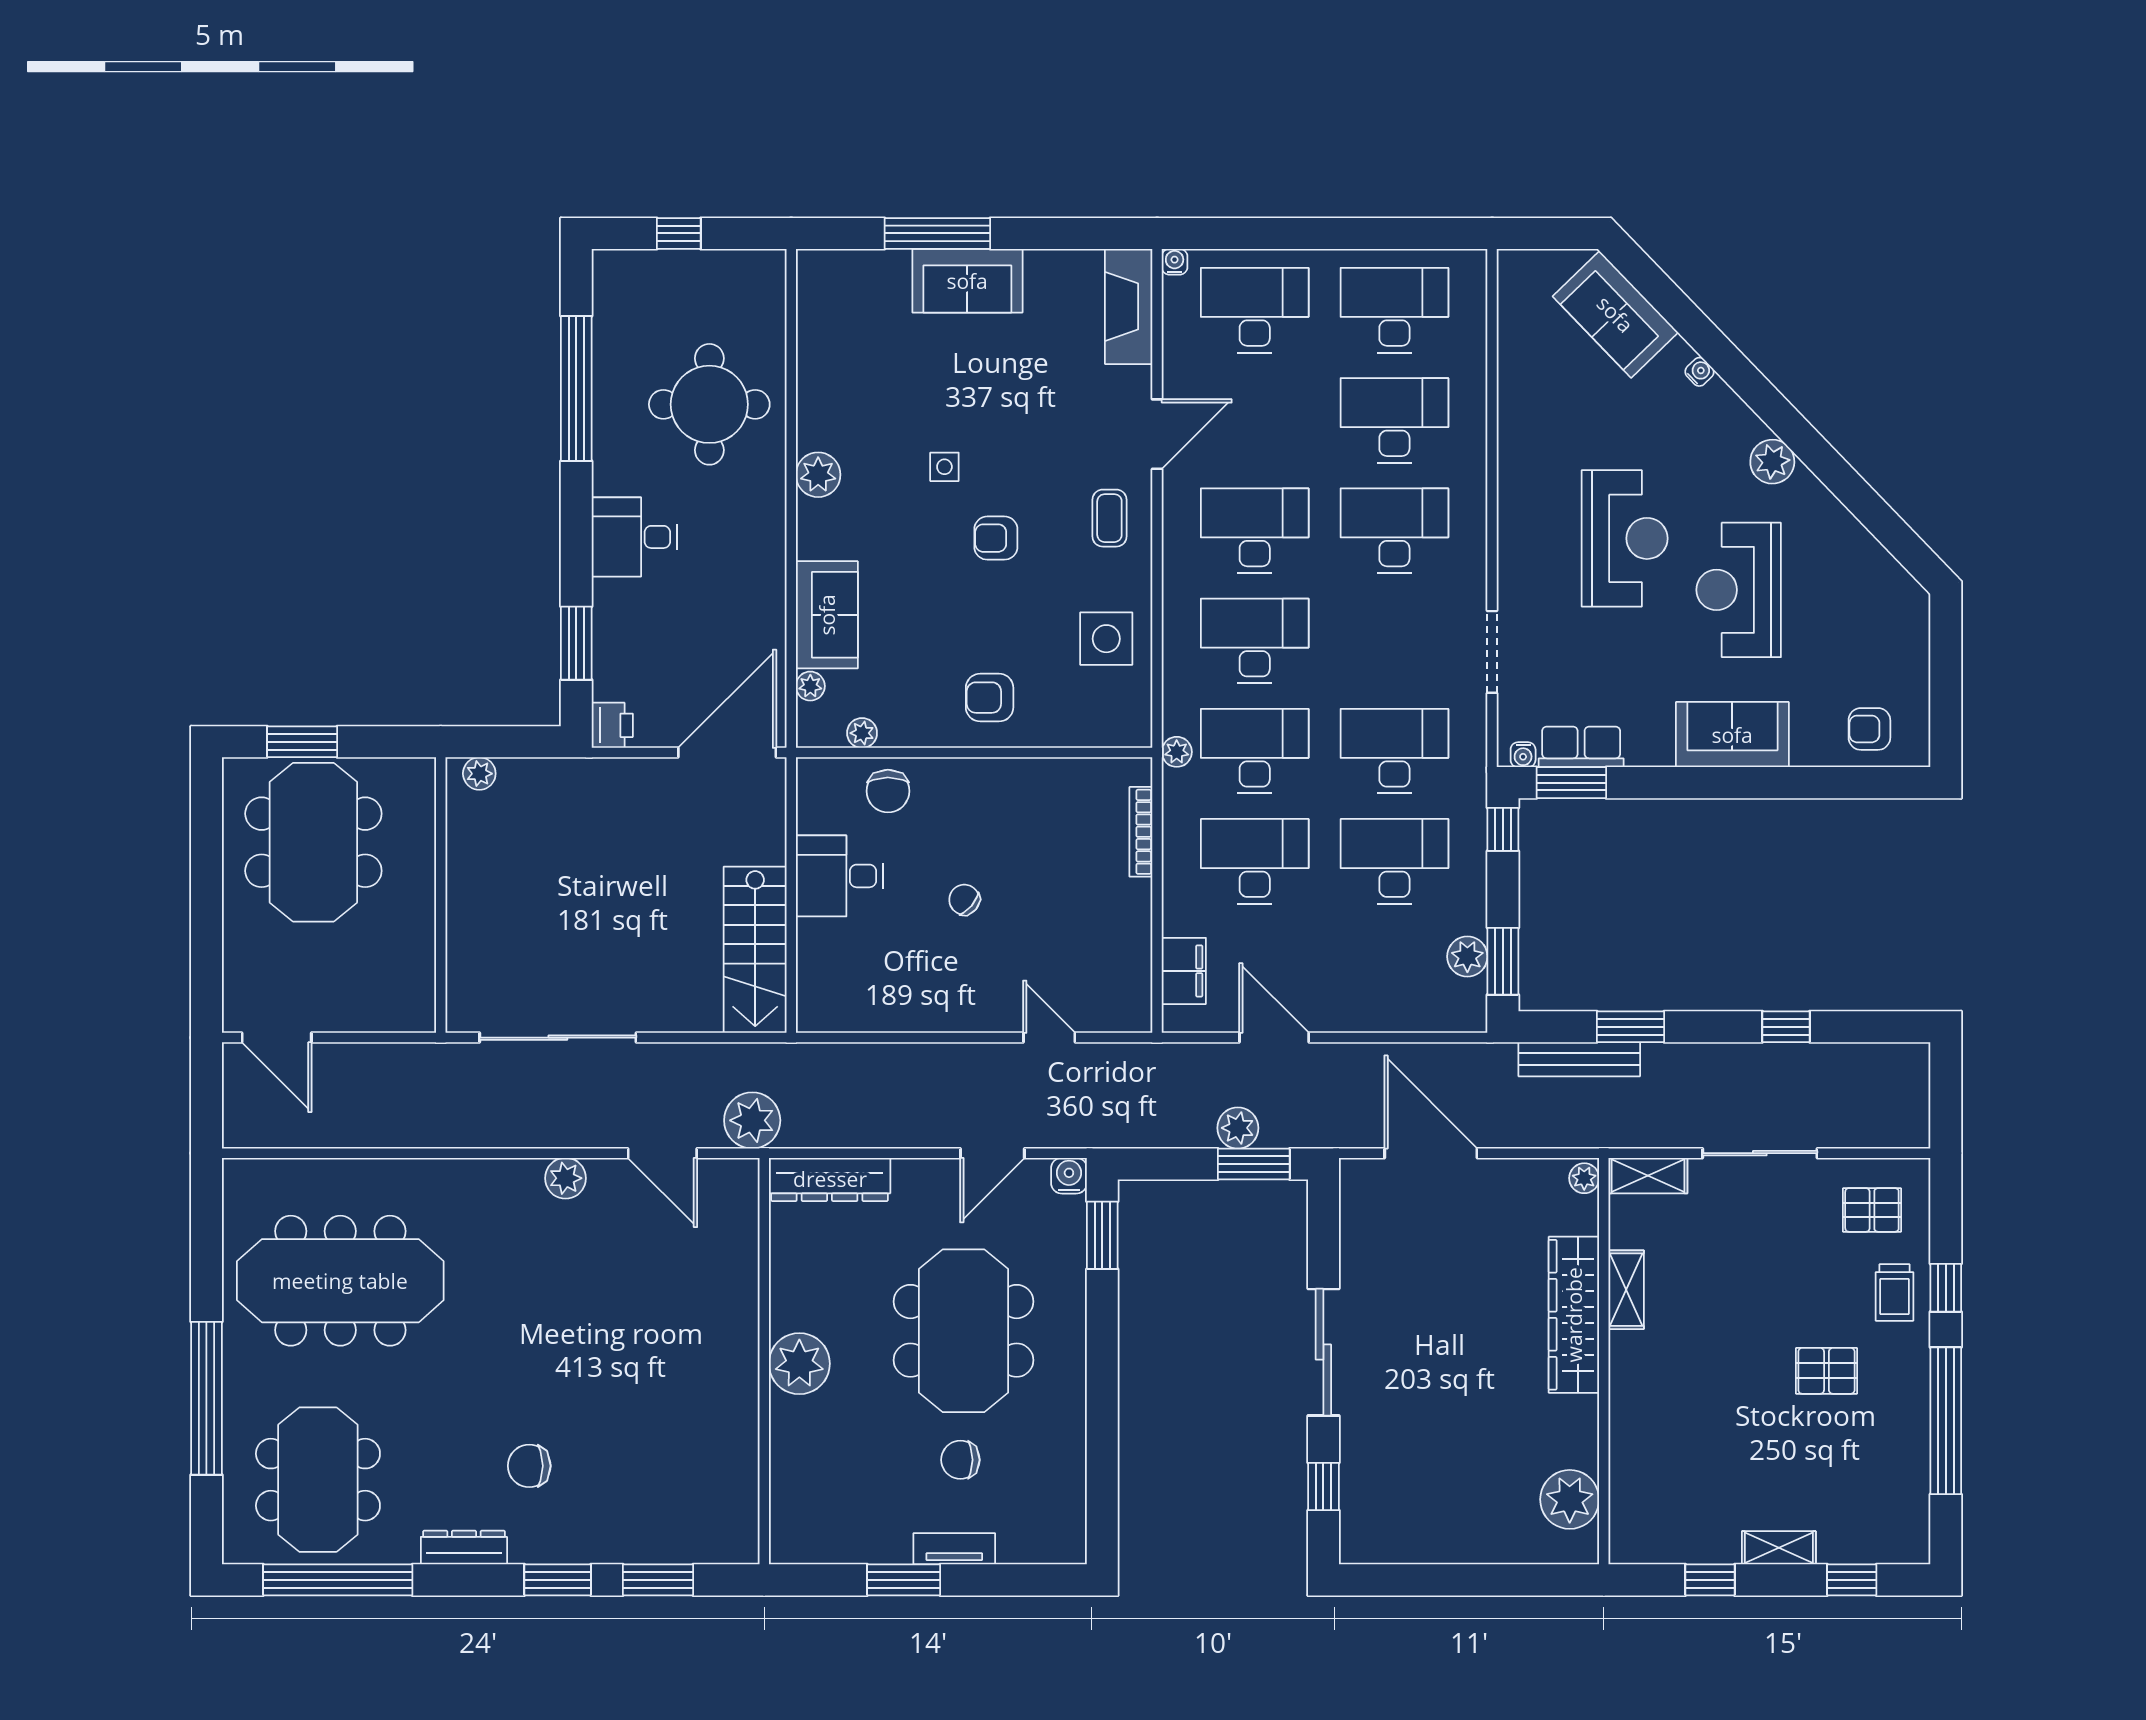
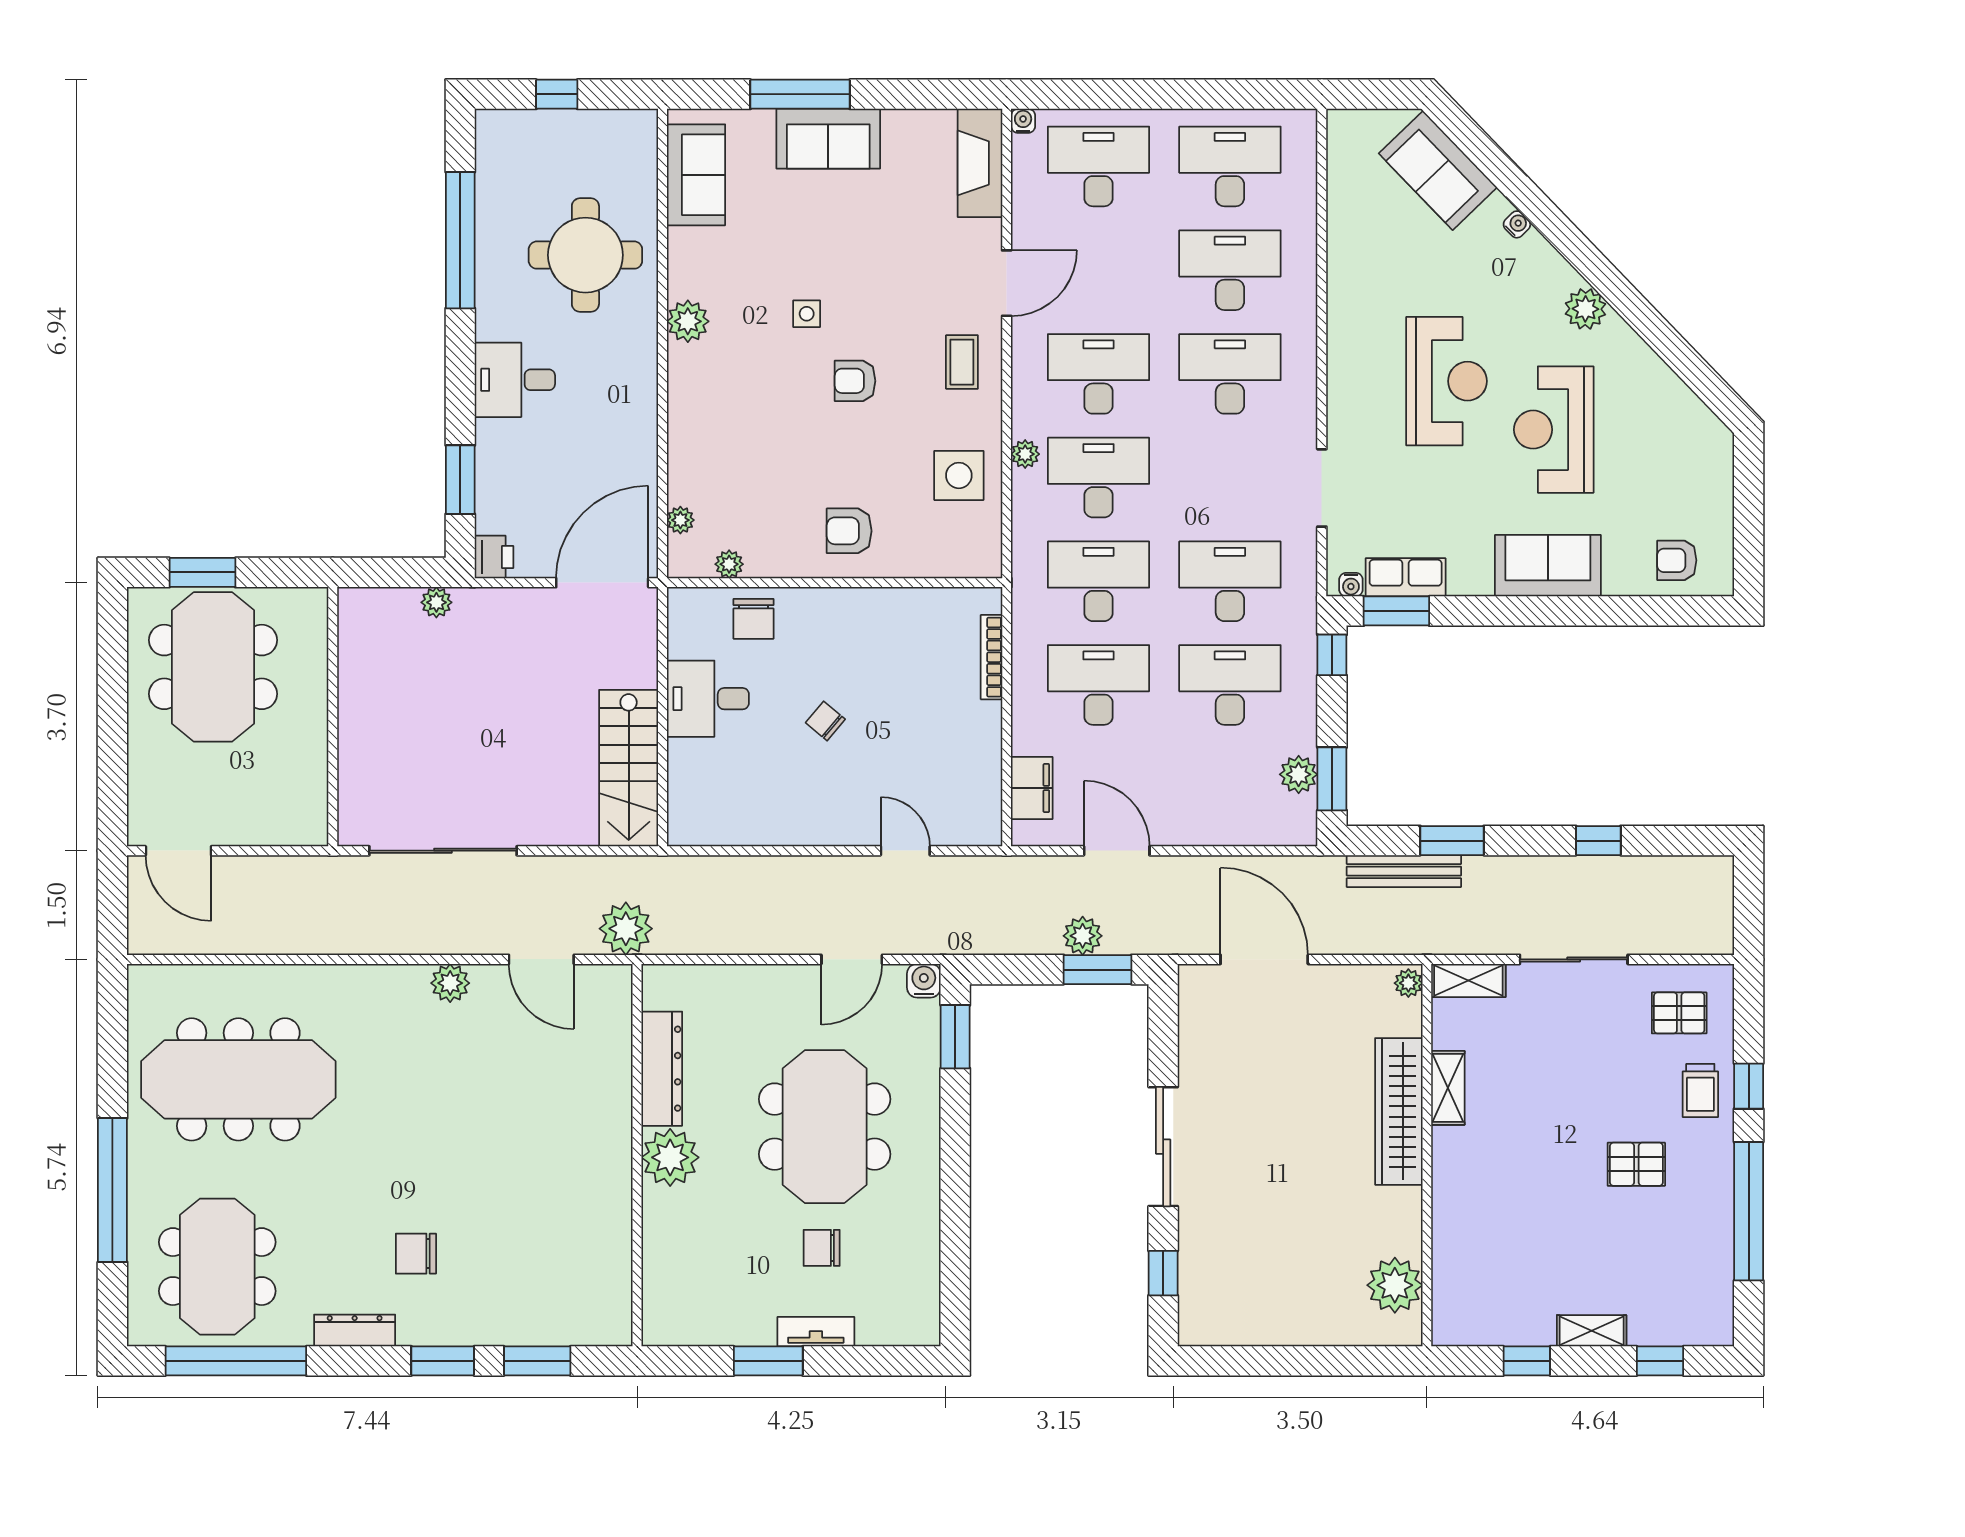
sofa: (827, 615) -> (696, 175), moved
plant: (1177, 752) -> (1025, 454), moved
plant: (479, 774) -> (436, 602), moved
dresser: (830, 1179) -> (662, 1069), moved, turned -90

